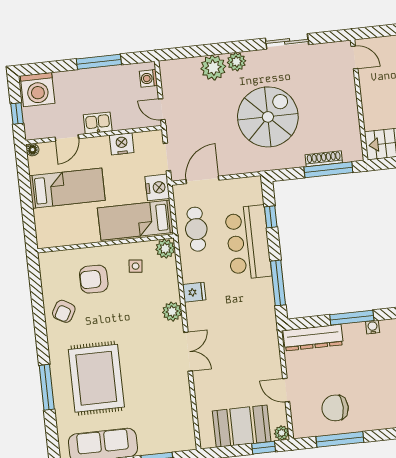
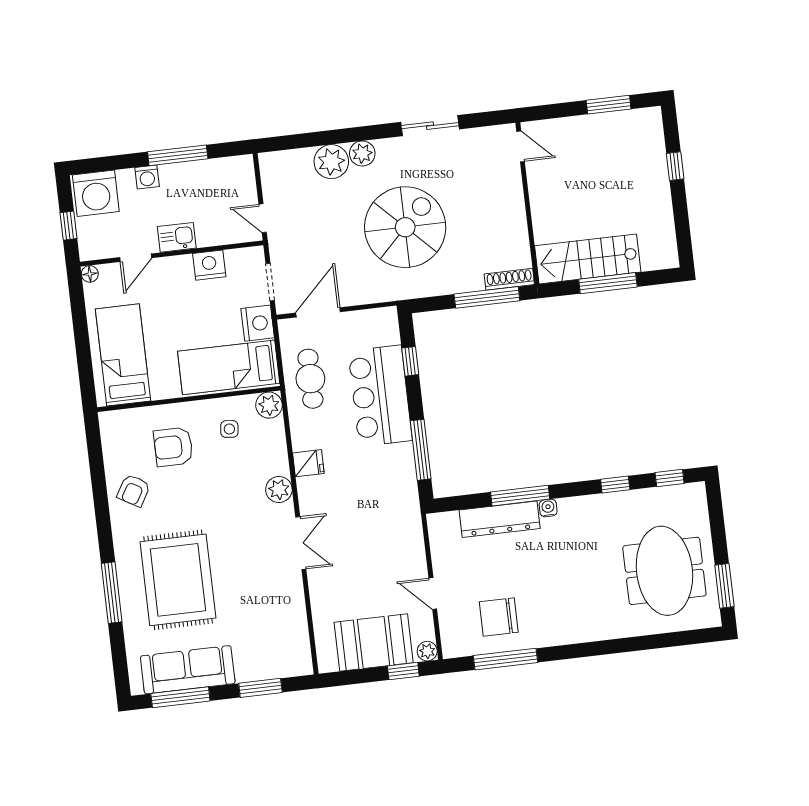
washing machine: (148, 78) -> (147, 177), moved, turned -90
shoe rack: (324, 159) -> (509, 279), moved
bed: (67, 188) -> (123, 355), moved, turned -90
dresser: (313, 338) -> (500, 519), moved

